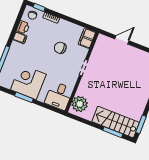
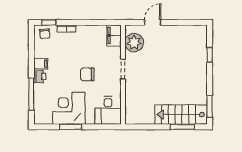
printer: (23, 27) -> (40, 76), moved
chair: (60, 48) -> (87, 74), moved
plant: (80, 104) -> (134, 43), moved

